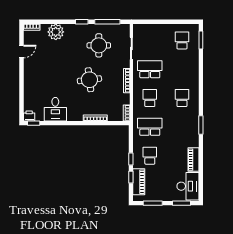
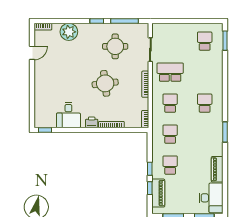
printer: (29, 116) -> (92, 122), moved
school desk: (150, 127) -> (170, 134), width x0.54

